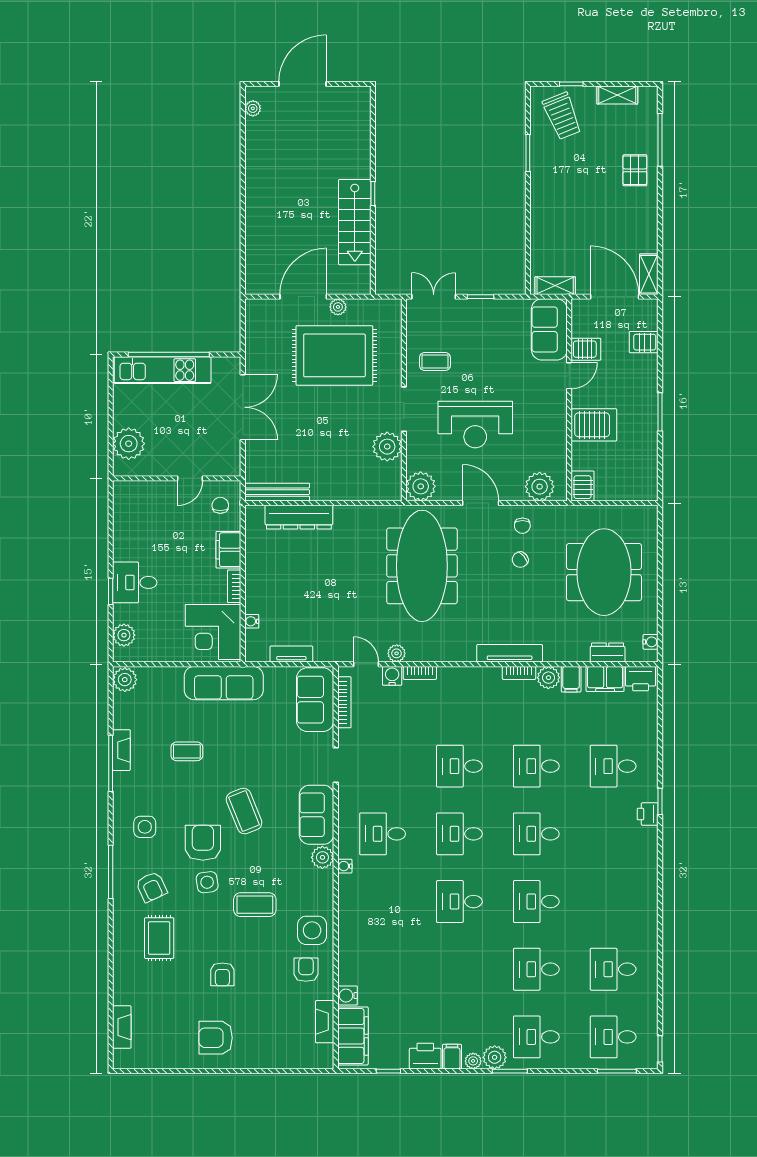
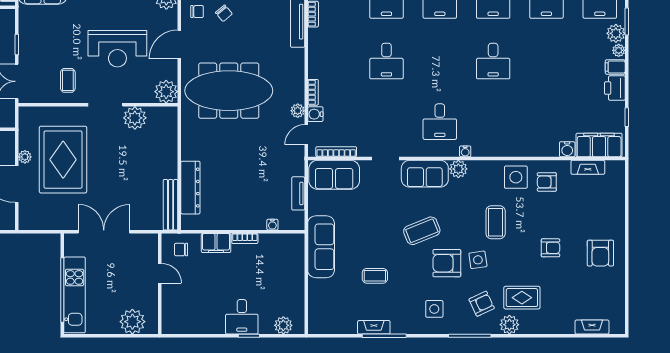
reception desk: (475, 425) -> (117, 49), turned 90
corner desk: (213, 632) -> (281, 255), removed
plant: (125, 680) -> (509, 325), moved
coffee table: (187, 751) -> (375, 276), turned 90
desk: (459, 834) -> (440, 61), removed

